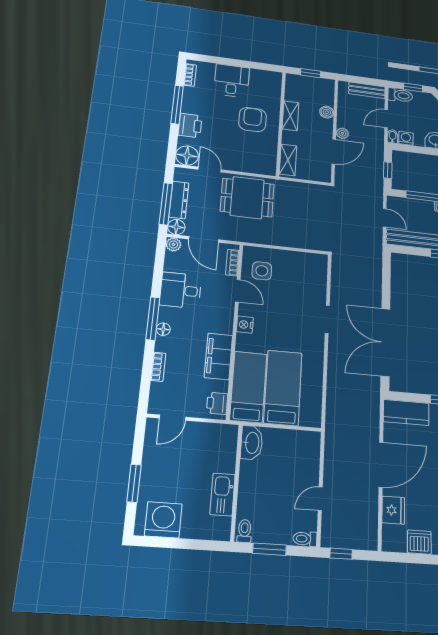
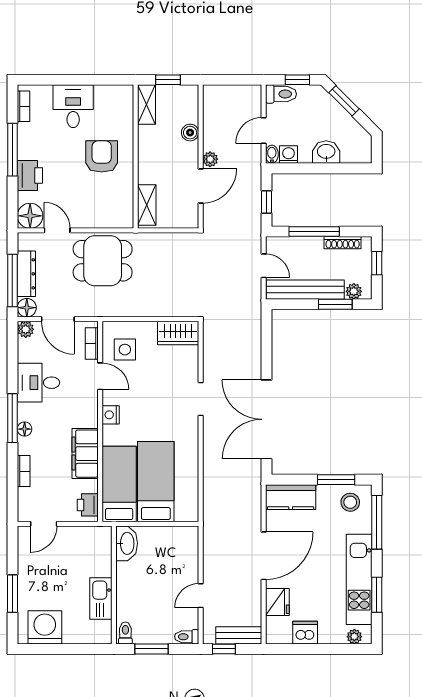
bench: (367, 90) -> (239, 635), moved
shelving: (290, 116) -> (146, 105), moved
wardrobe: (310, 262) -> (178, 333), added

